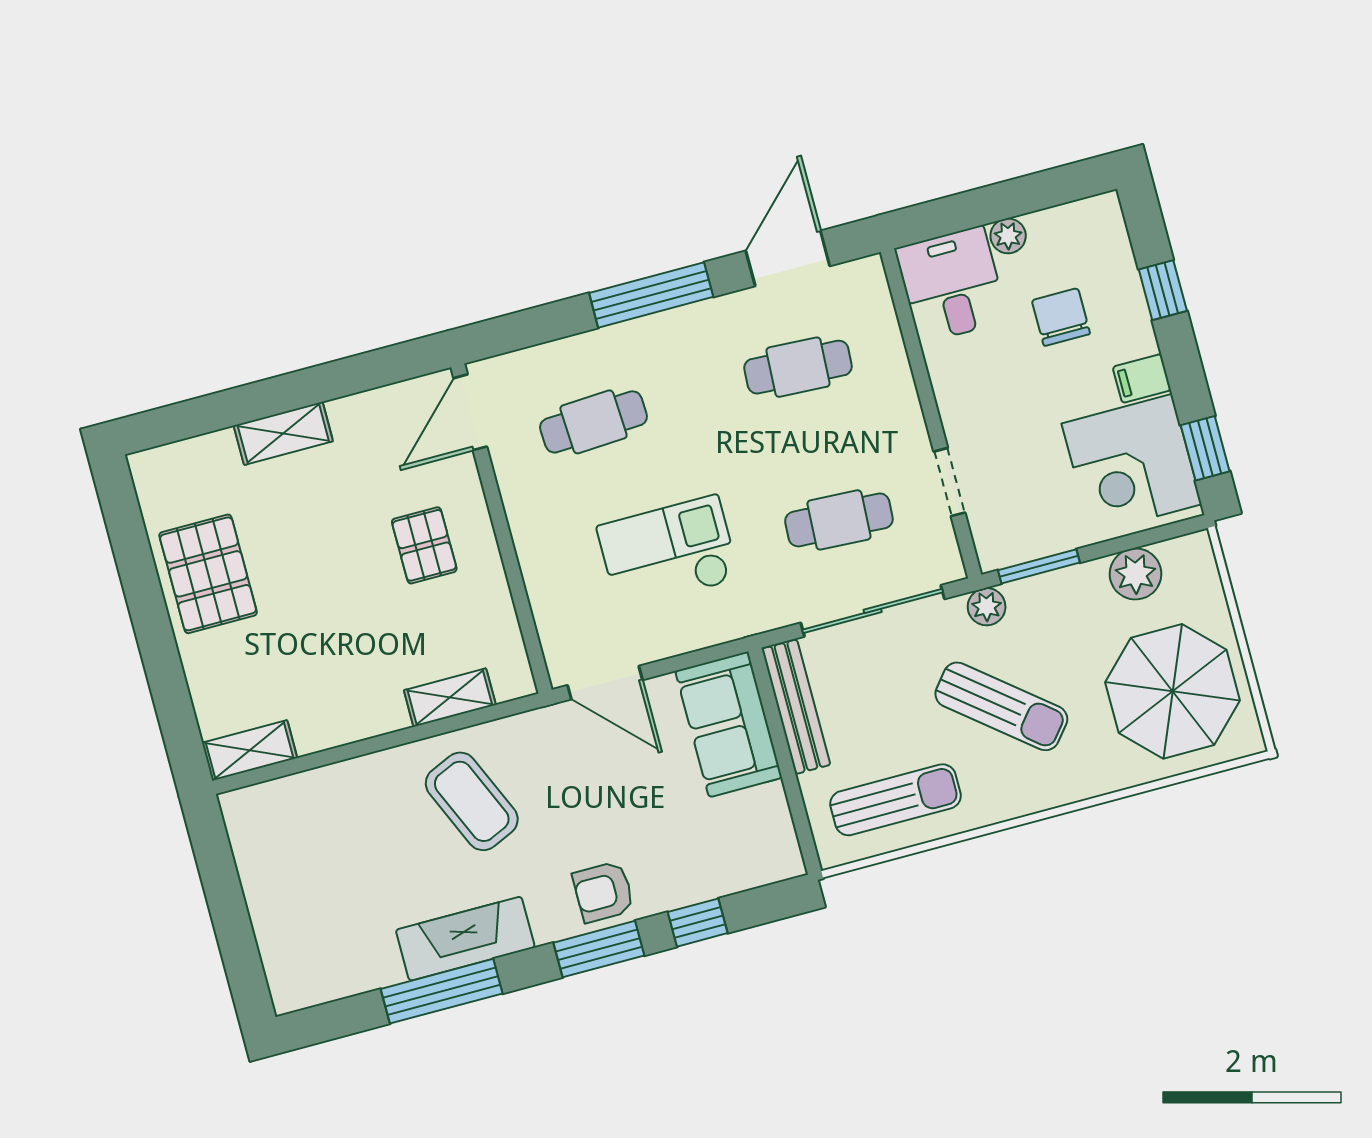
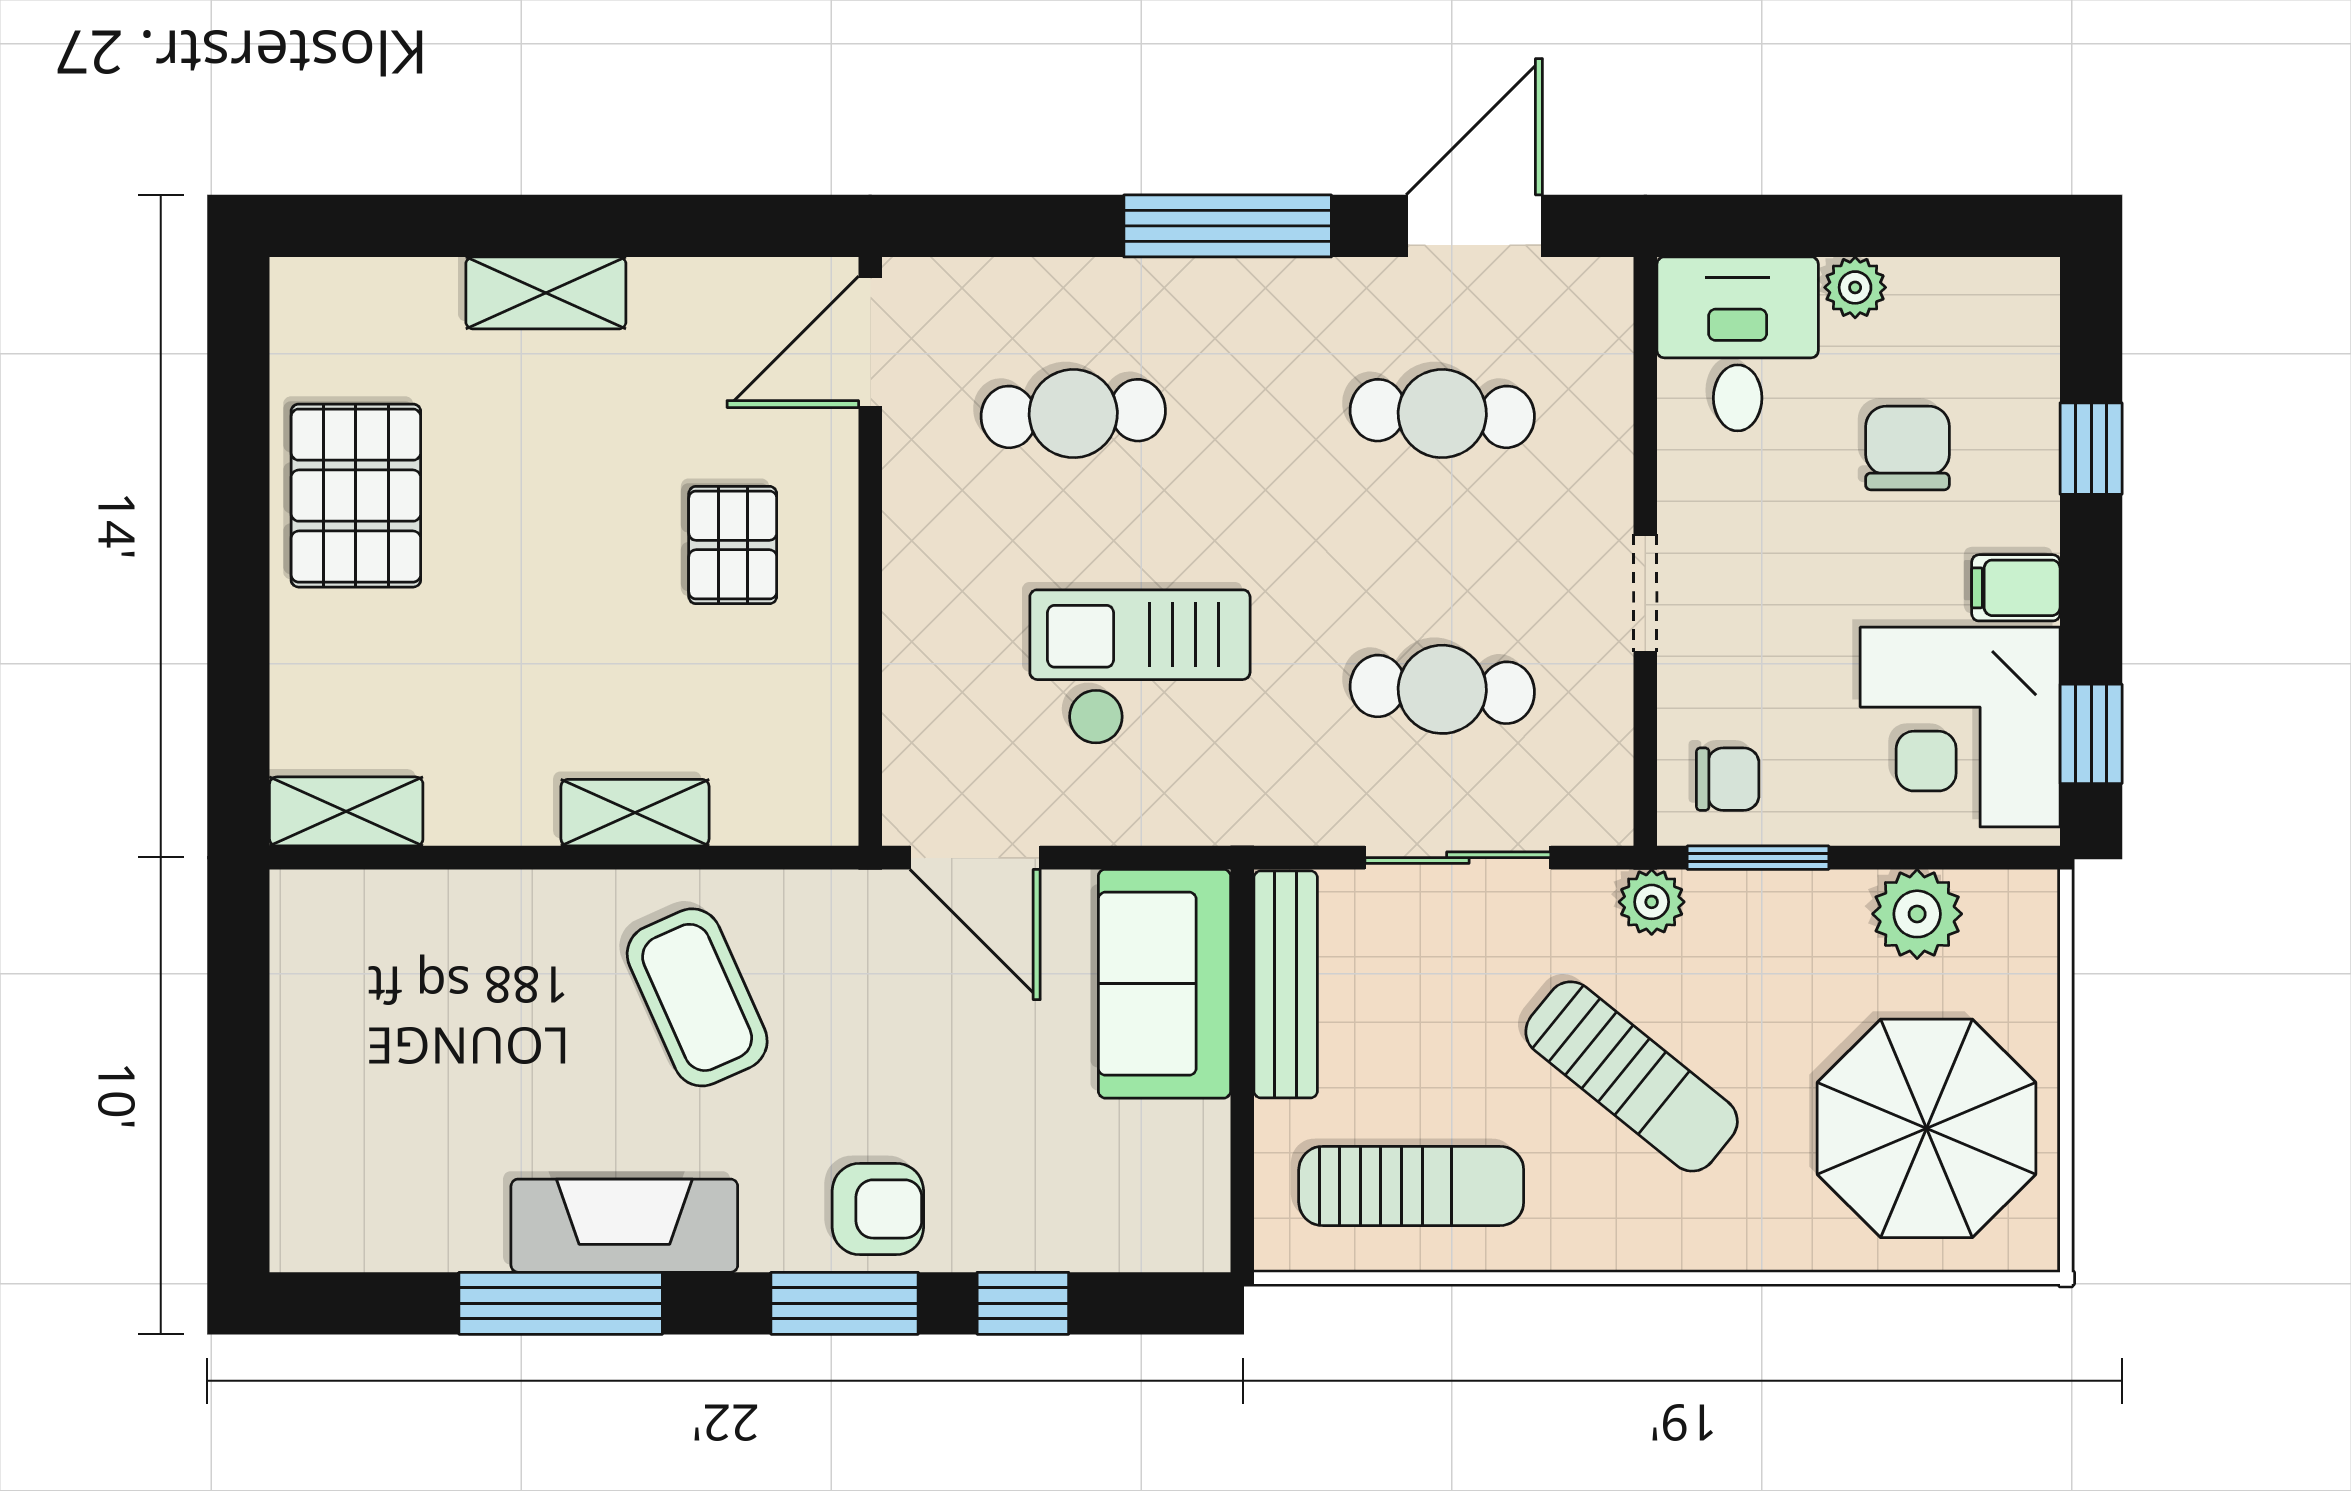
doorway: (949, 482) -> (1645, 593), moved
chair: (1011, 527) -> (1728, 779), added
sliding door: (873, 611) -> (1458, 858), width x0.73
shelving: (450, 697) -> (635, 813), moved
armchair: (603, 892) -> (878, 1209), turned 180

